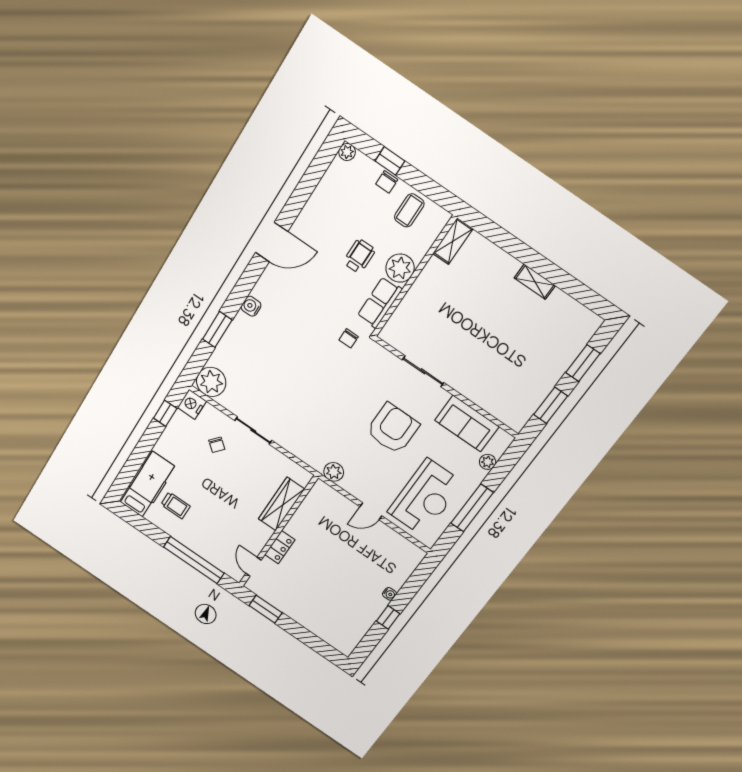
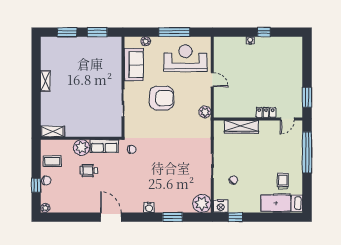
armchair: (393, 429) -> (162, 98), turned 180

